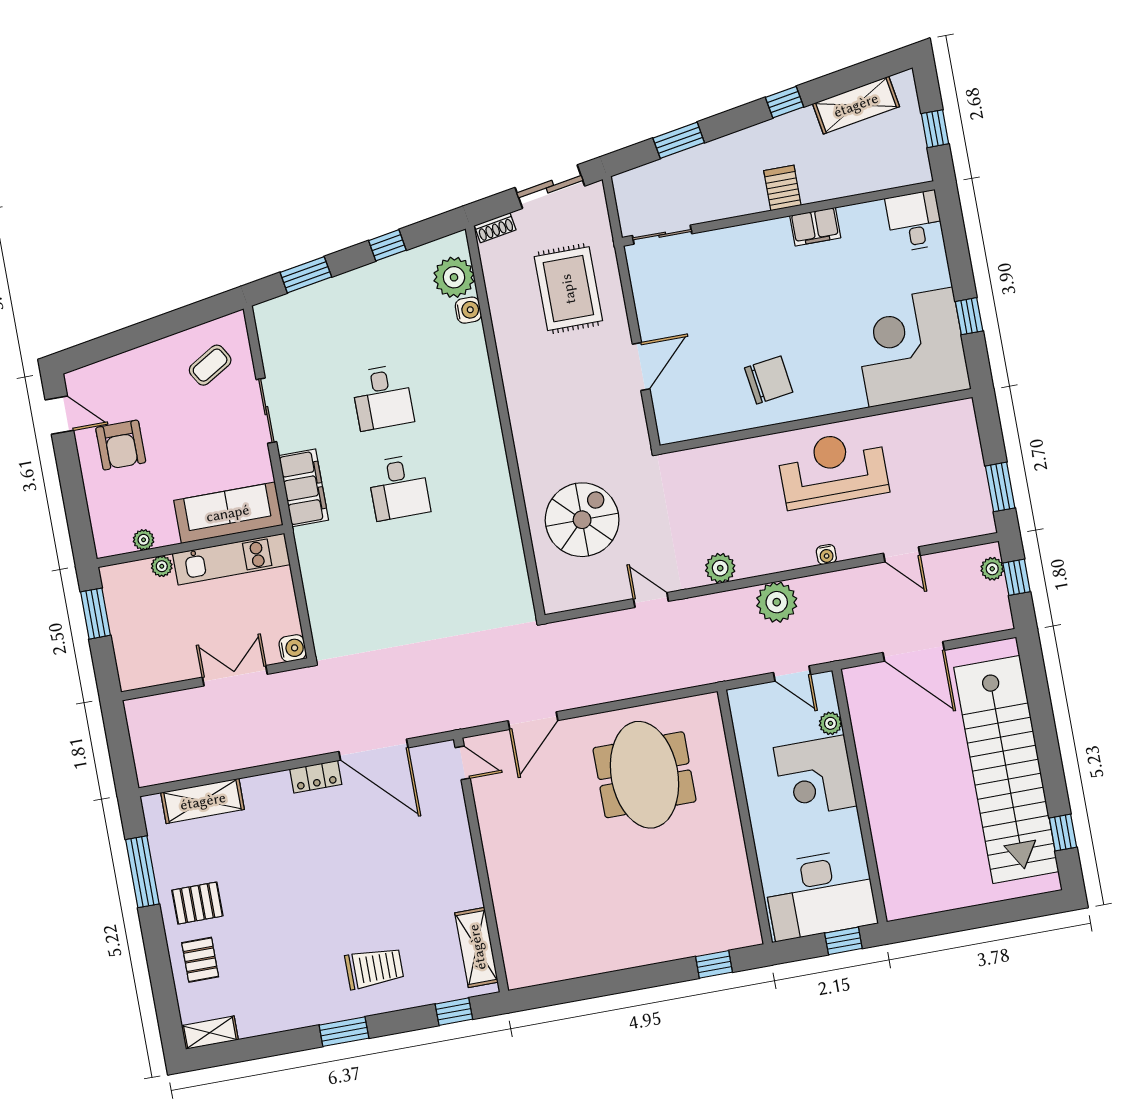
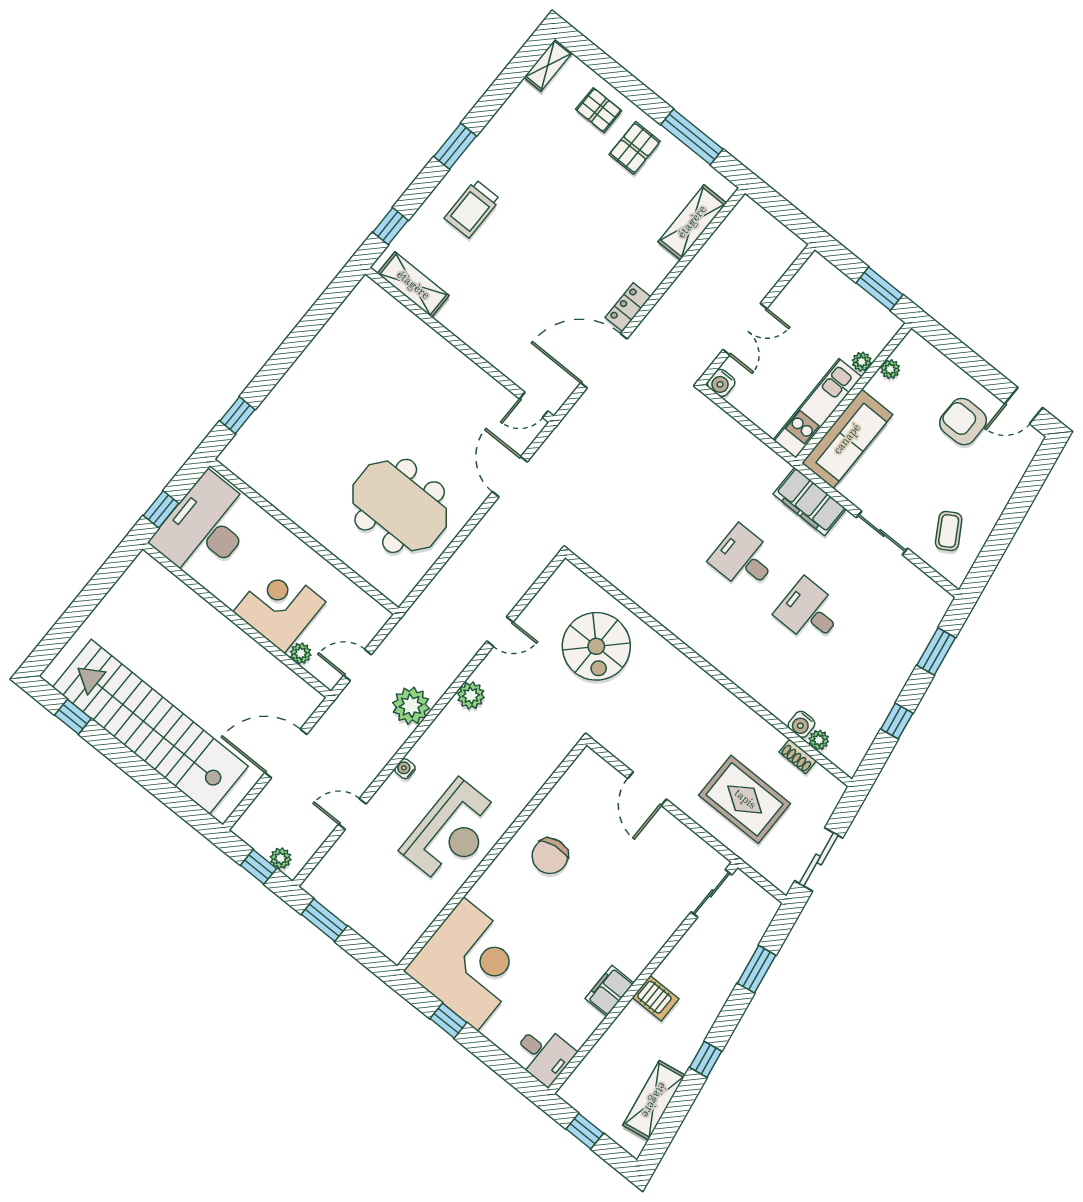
shoe rack: (495, 228) -> (798, 756), moved, turned -80
plant: (454, 277) -> (819, 740), width x0.53, depth x0.53

